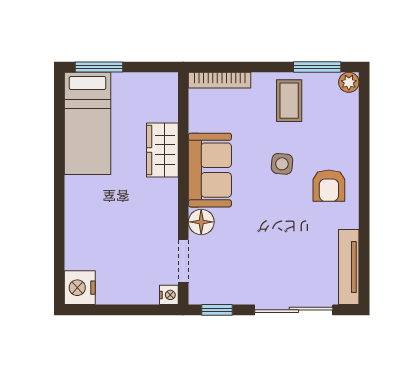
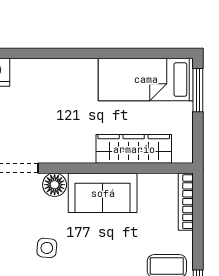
wardrobe: (162, 150) -> (134, 149), width x1.50
side table: (282, 164) -> (47, 248), moved

